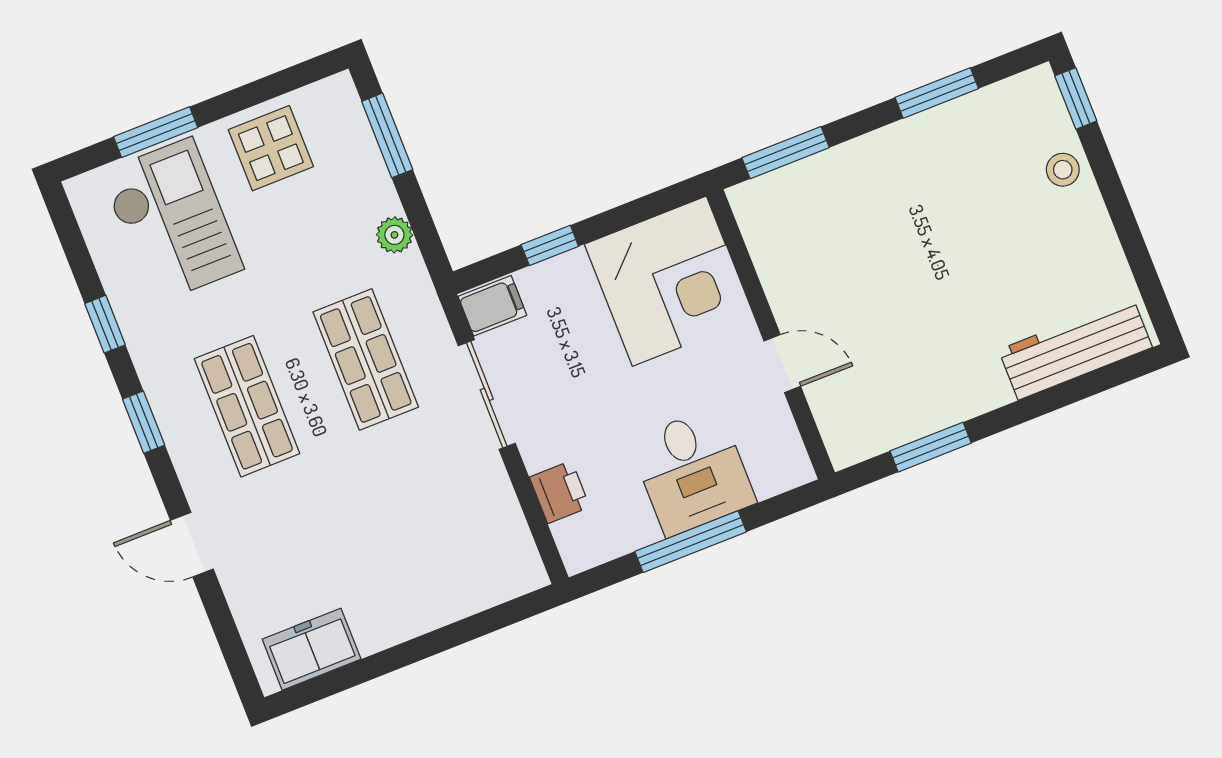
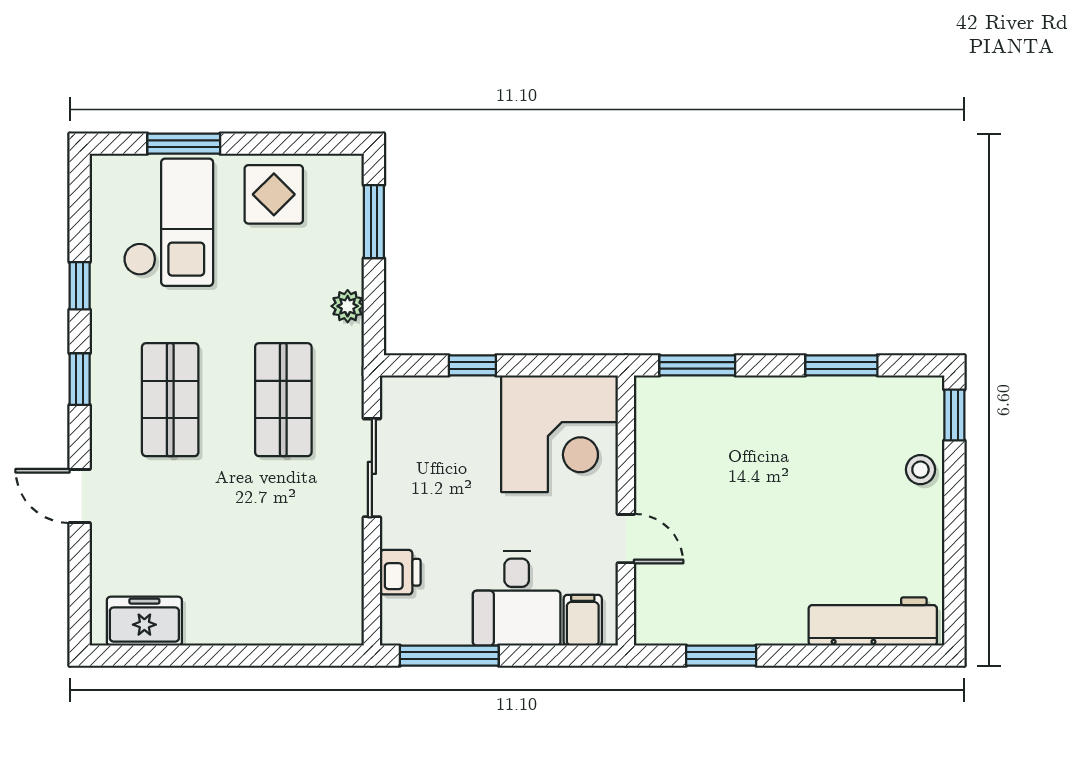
filing cabinet: (492, 306) -> (583, 620), moved, turned -90
window: (691, 542) -> (449, 656), moved

